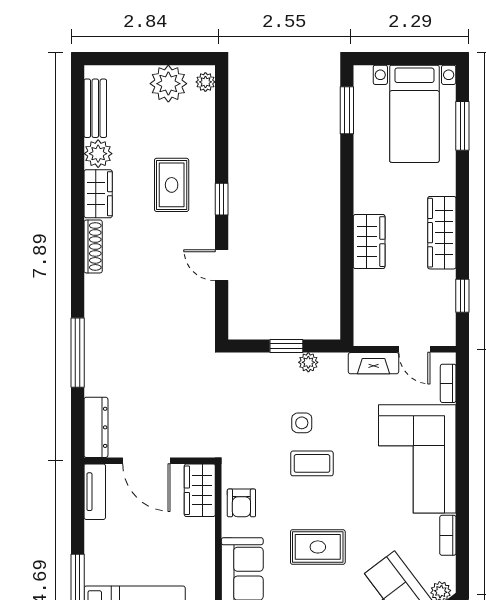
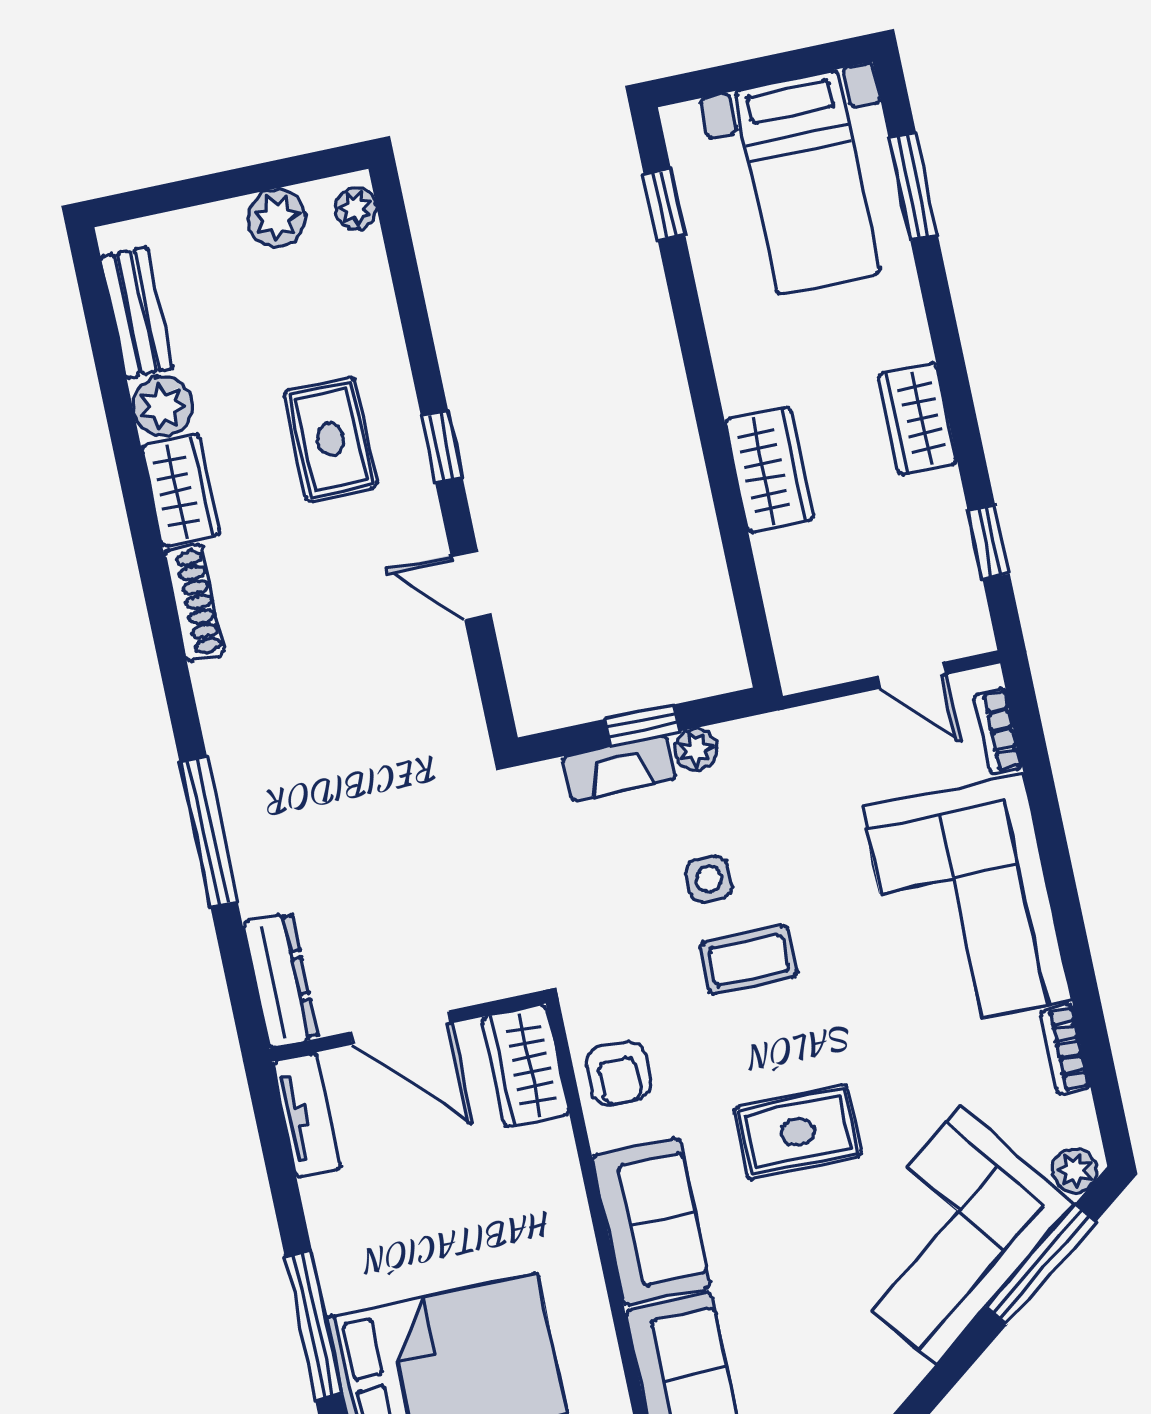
plant: (168, 84) -> (277, 218), width x0.73, depth x0.73
window: (347, 110) -> (664, 205), width x0.67
wardrobe: (442, 233) -> (918, 419), width x0.67
fireplace: (374, 363) -> (619, 768), moved

